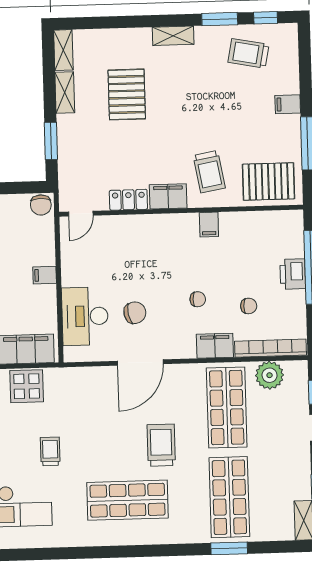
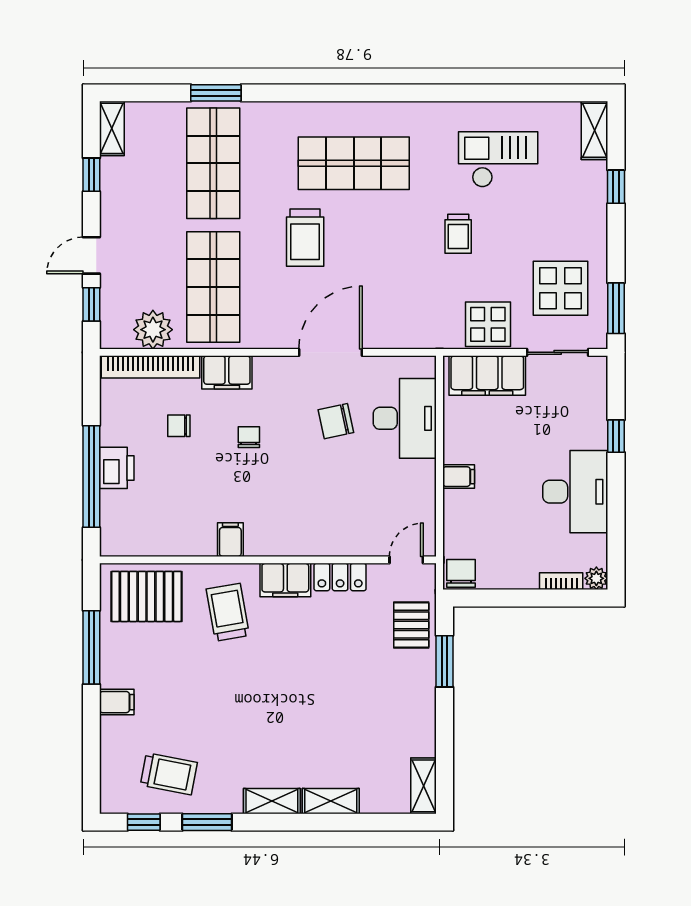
shelving: (65, 92) -> (331, 801), moved, turned 90
pallet: (127, 94) -> (411, 625), moved, width x0.67, depth x0.71
chair: (198, 299) -> (249, 437), turned 90

